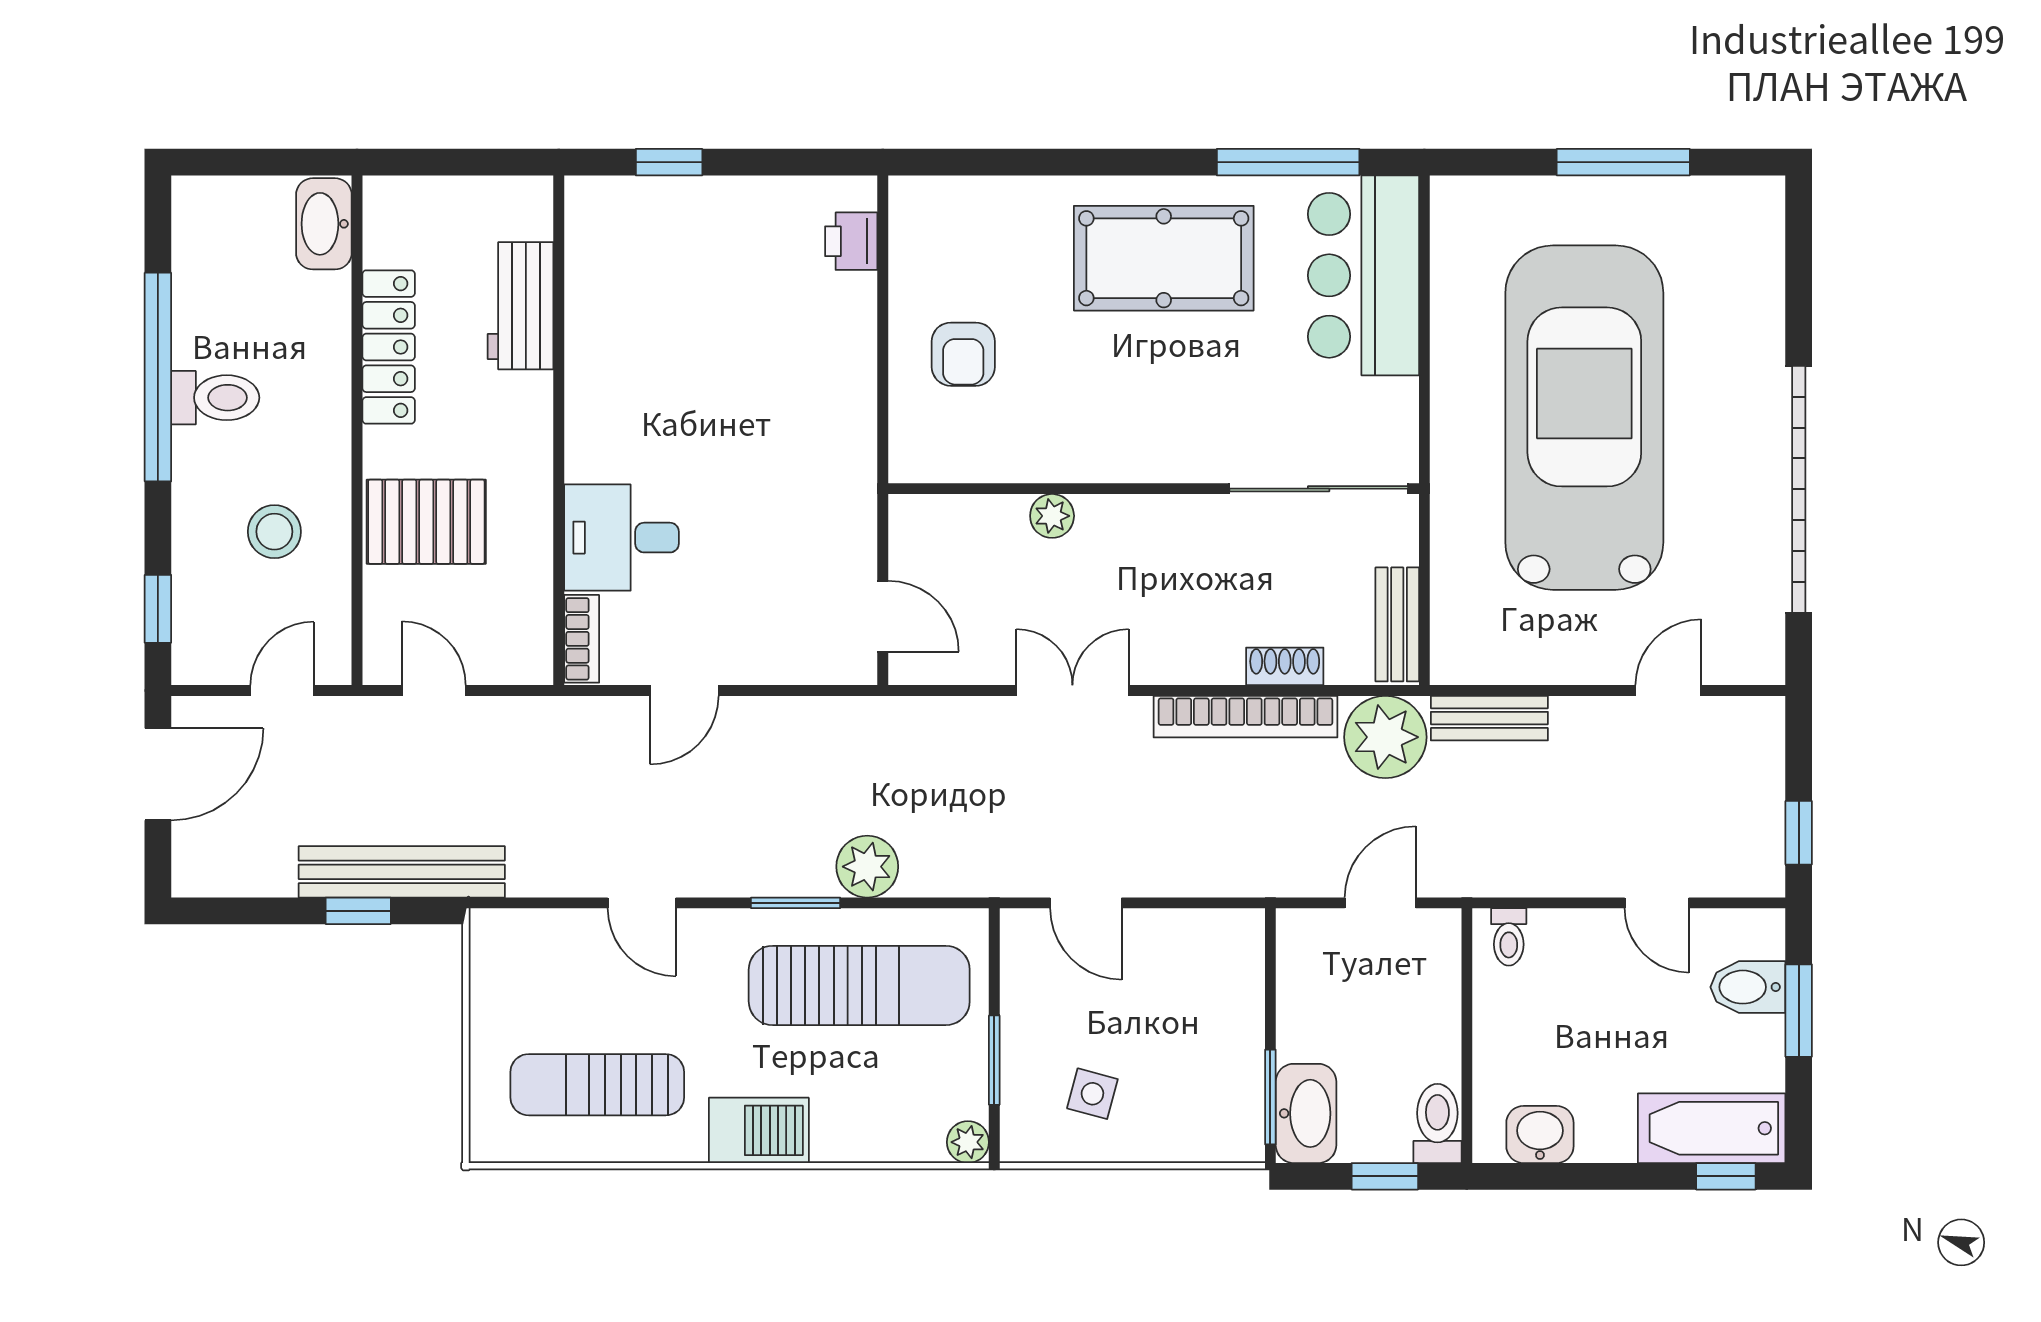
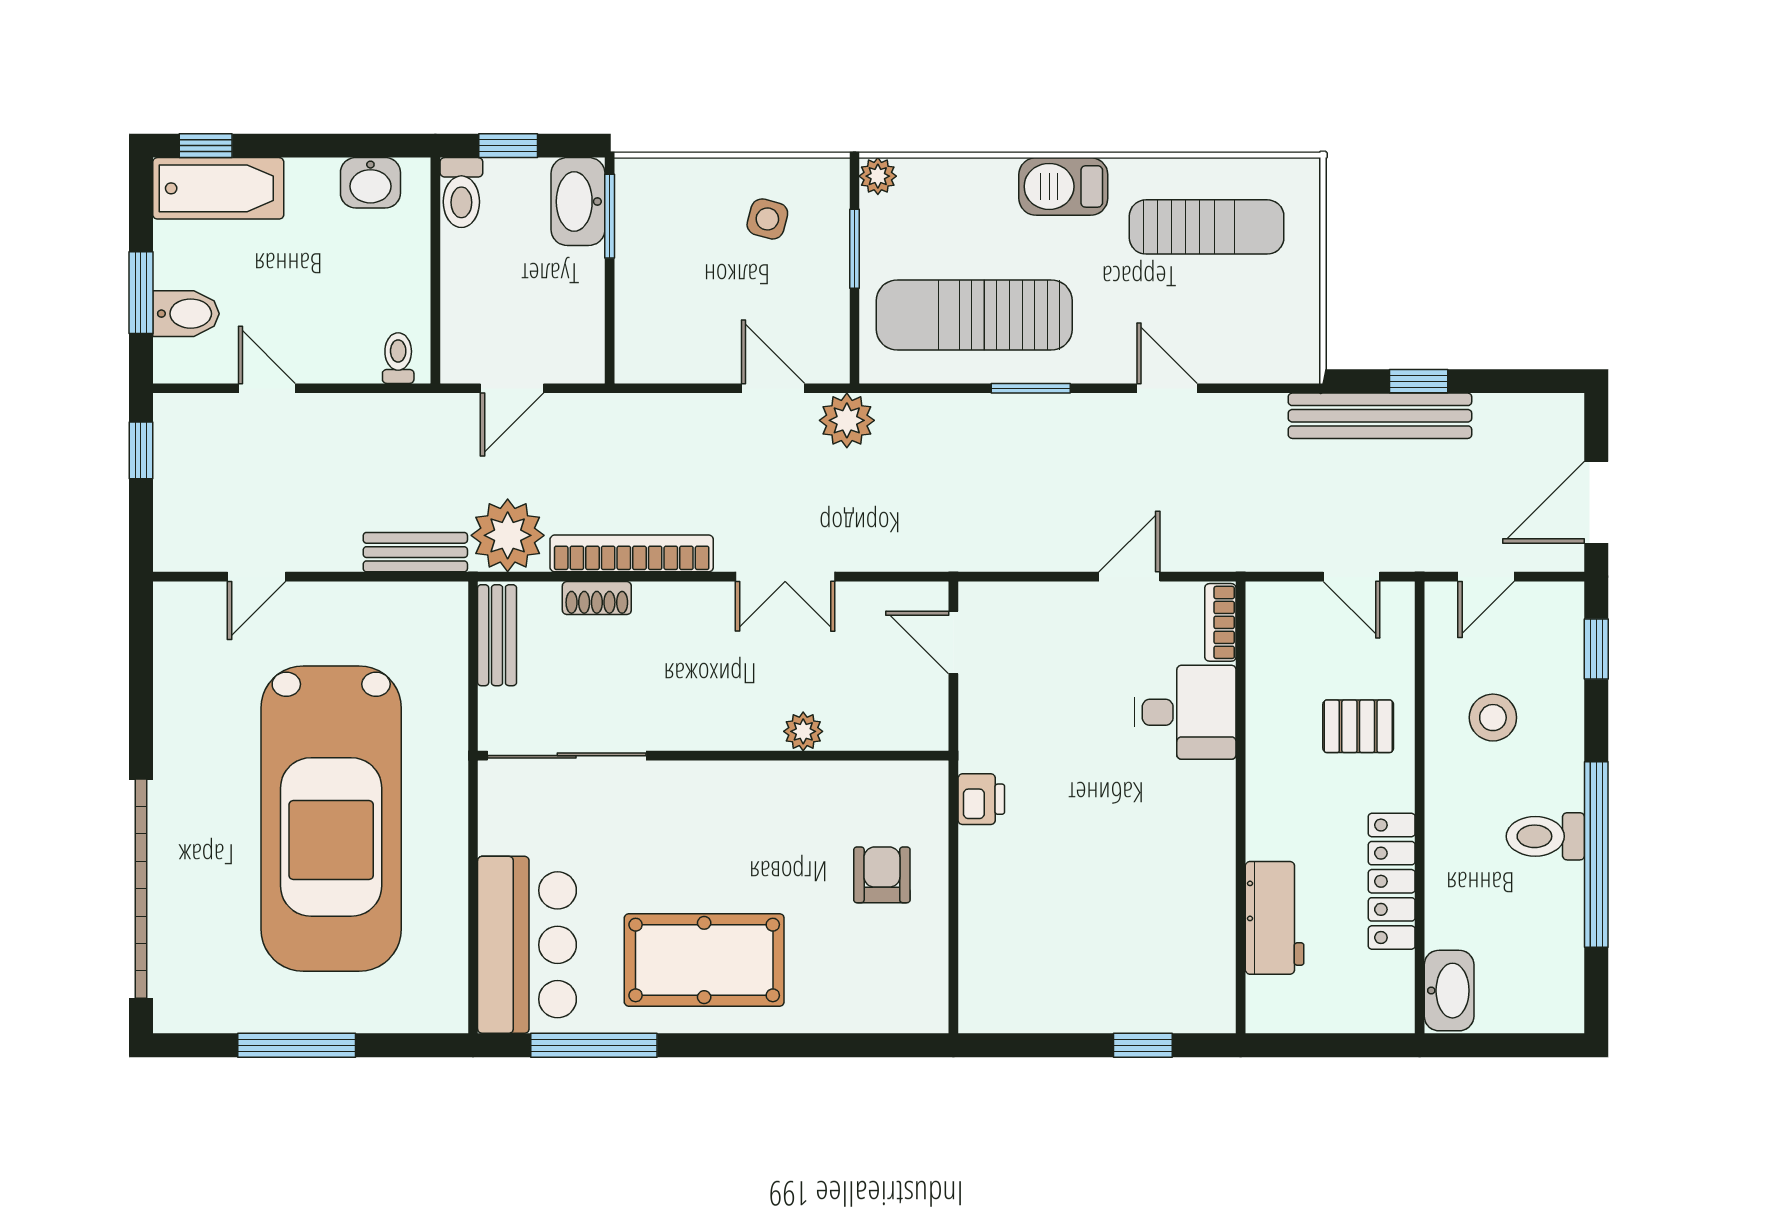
printer: (851, 241) -> (981, 799), moved
garage door: (1799, 489) -> (141, 889), moved
pallet: (426, 522) -> (1358, 726), width x0.67, depth x0.71
plant: (867, 867) -> (847, 420), moved

